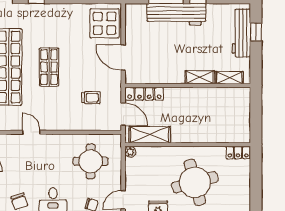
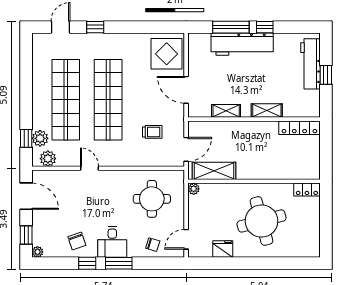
window: (256, 32) -> (326, 75), moved
shop shelf: (49, 67) -> (108, 100), width x2.00, depth x1.36
shelving: (229, 78) -> (226, 111), moved
locker: (144, 94) -> (299, 128), moved
door: (123, 114) -> (186, 149), hinge flipped

